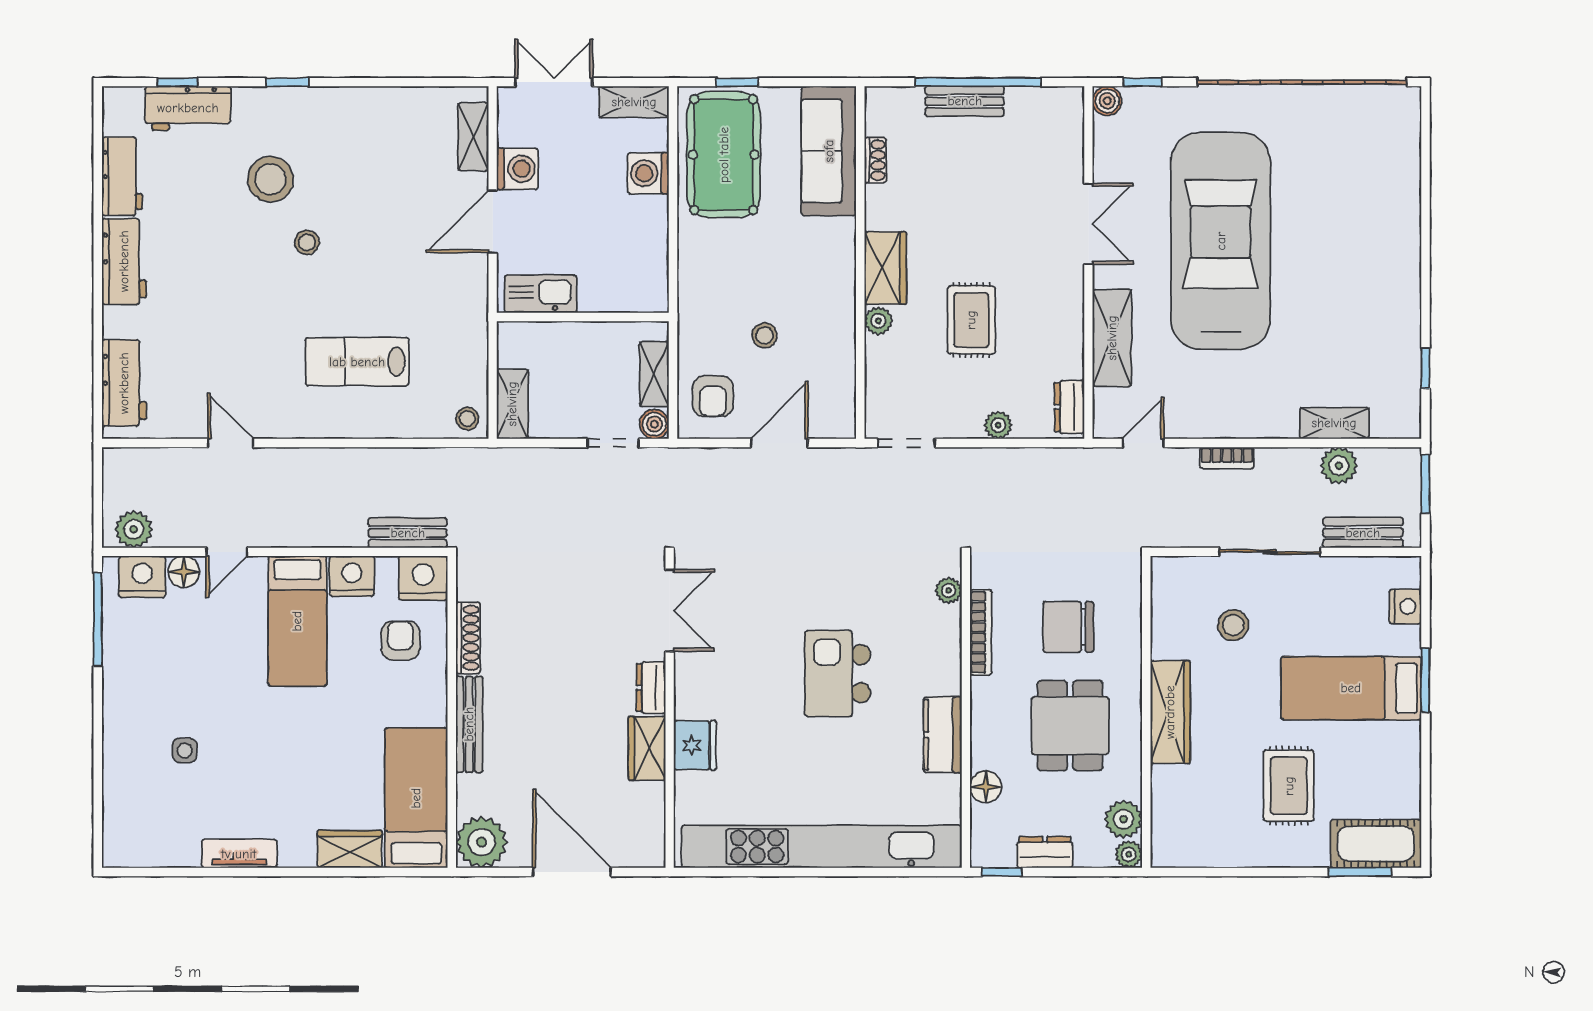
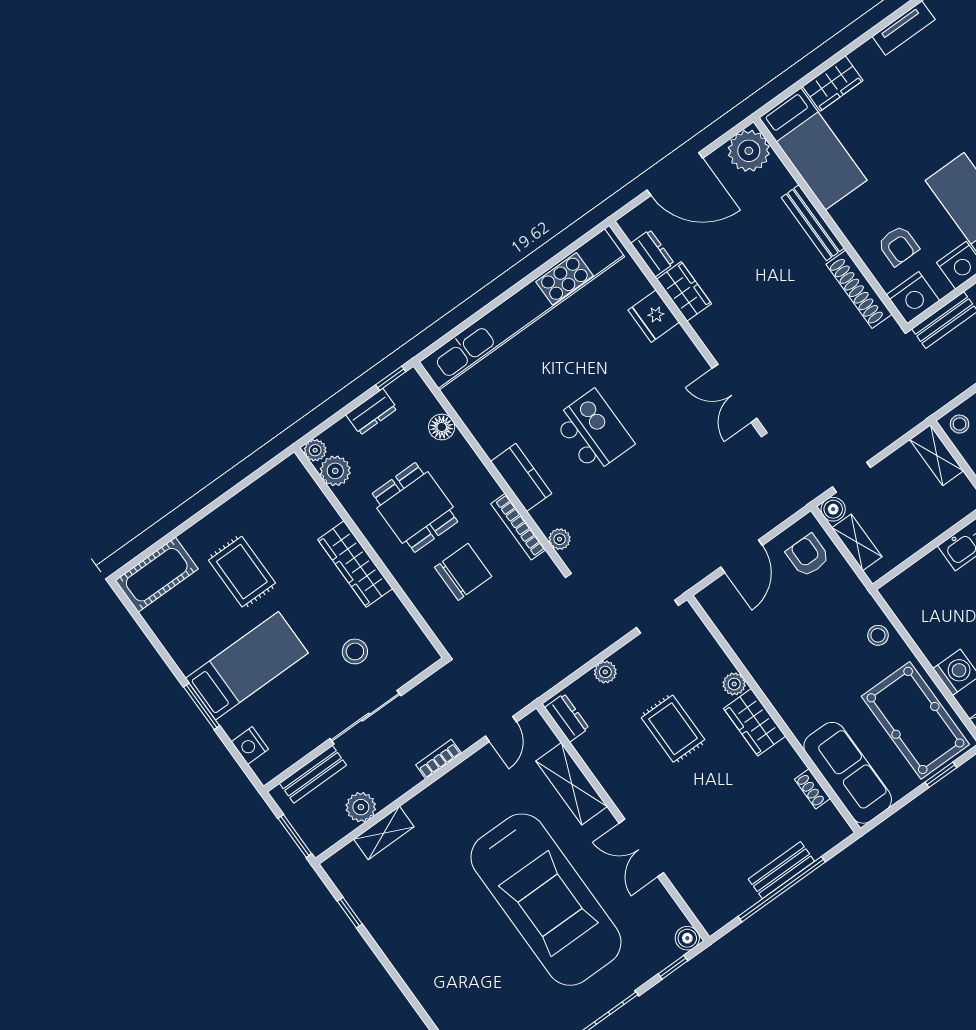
stool: (765, 335) -> (878, 635), moved
shoe rack: (468, 638) -> (859, 289), width x1.36, depth x1.24
dresser: (651, 688) -> (652, 253), moved
kitchen counter: (943, 735) -> (521, 477), moved
window: (1360, 872) -> (154, 548), removed

